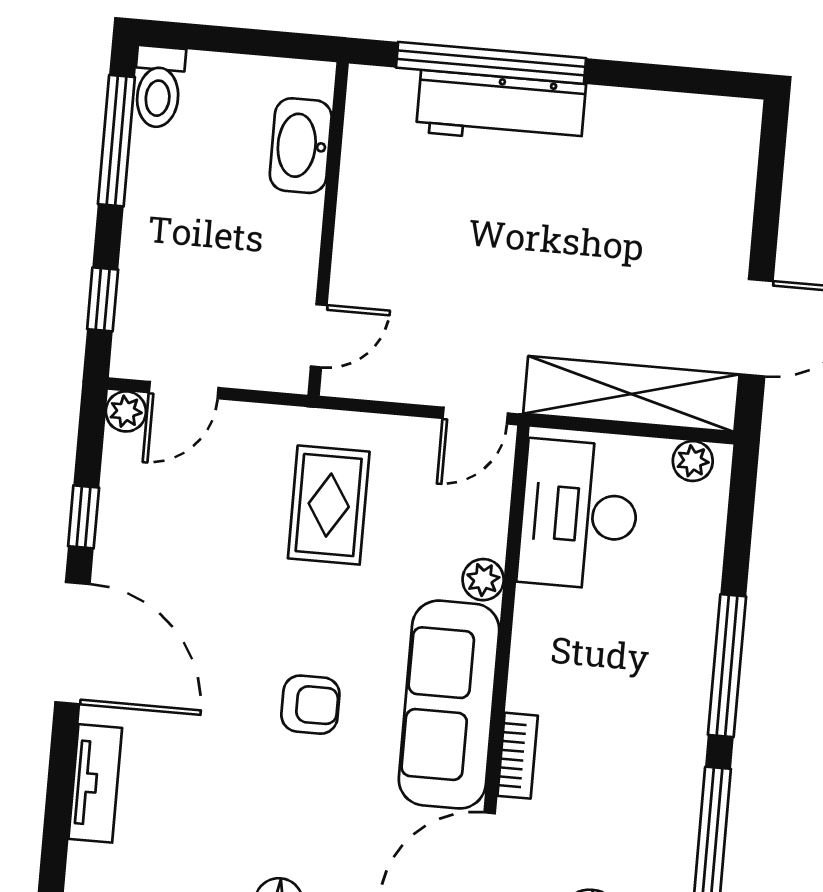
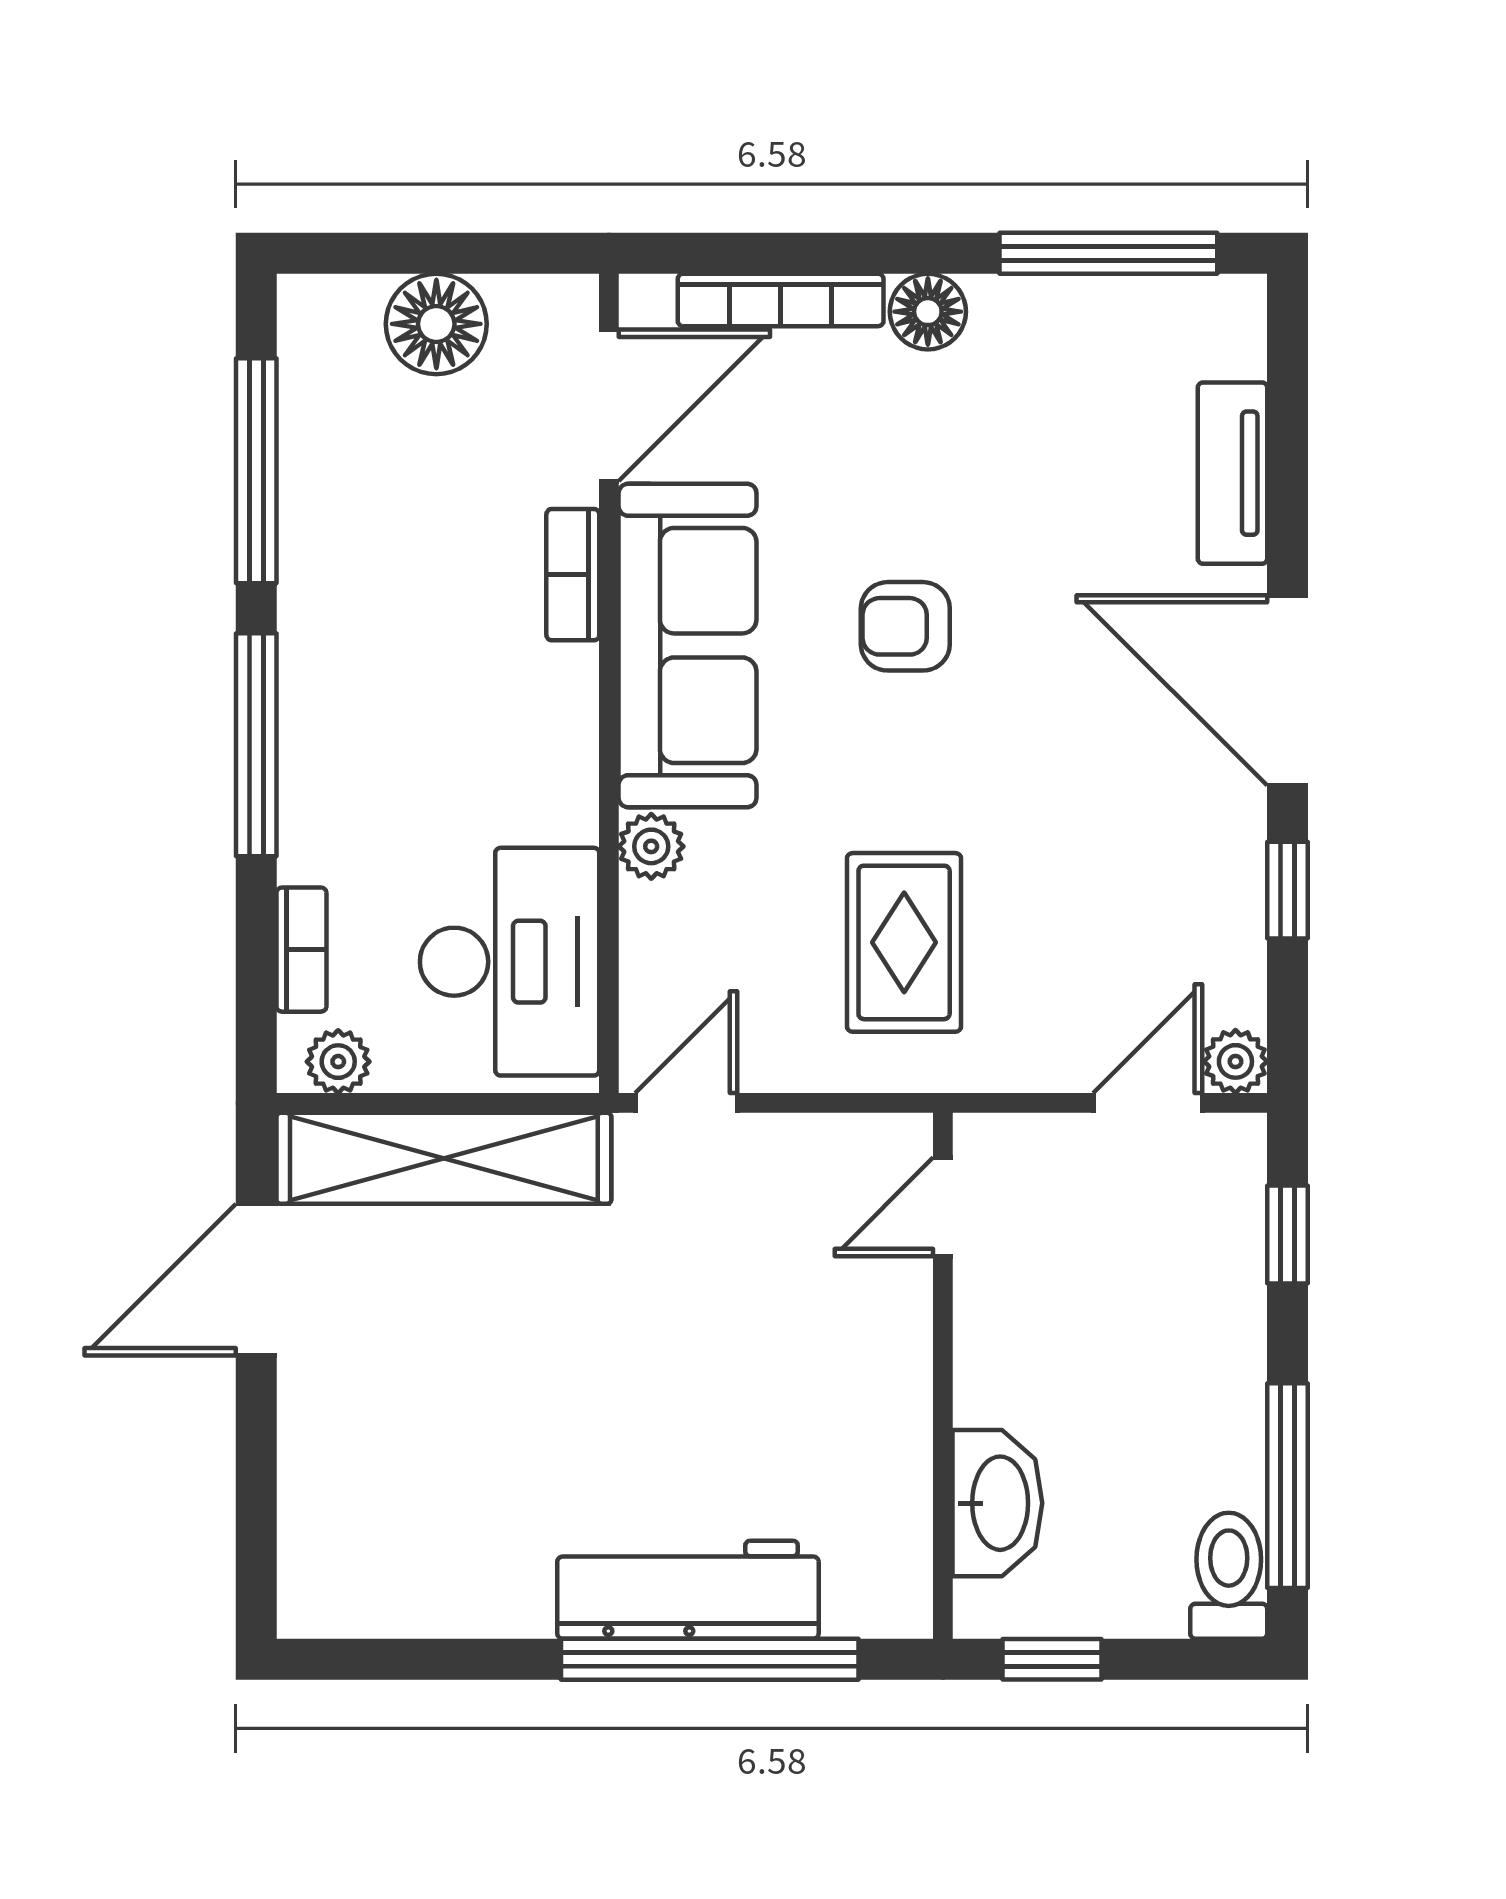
window: (275, 44) -> (1052, 1659), added
bookcase: (710, 534) -> (301, 950), added

